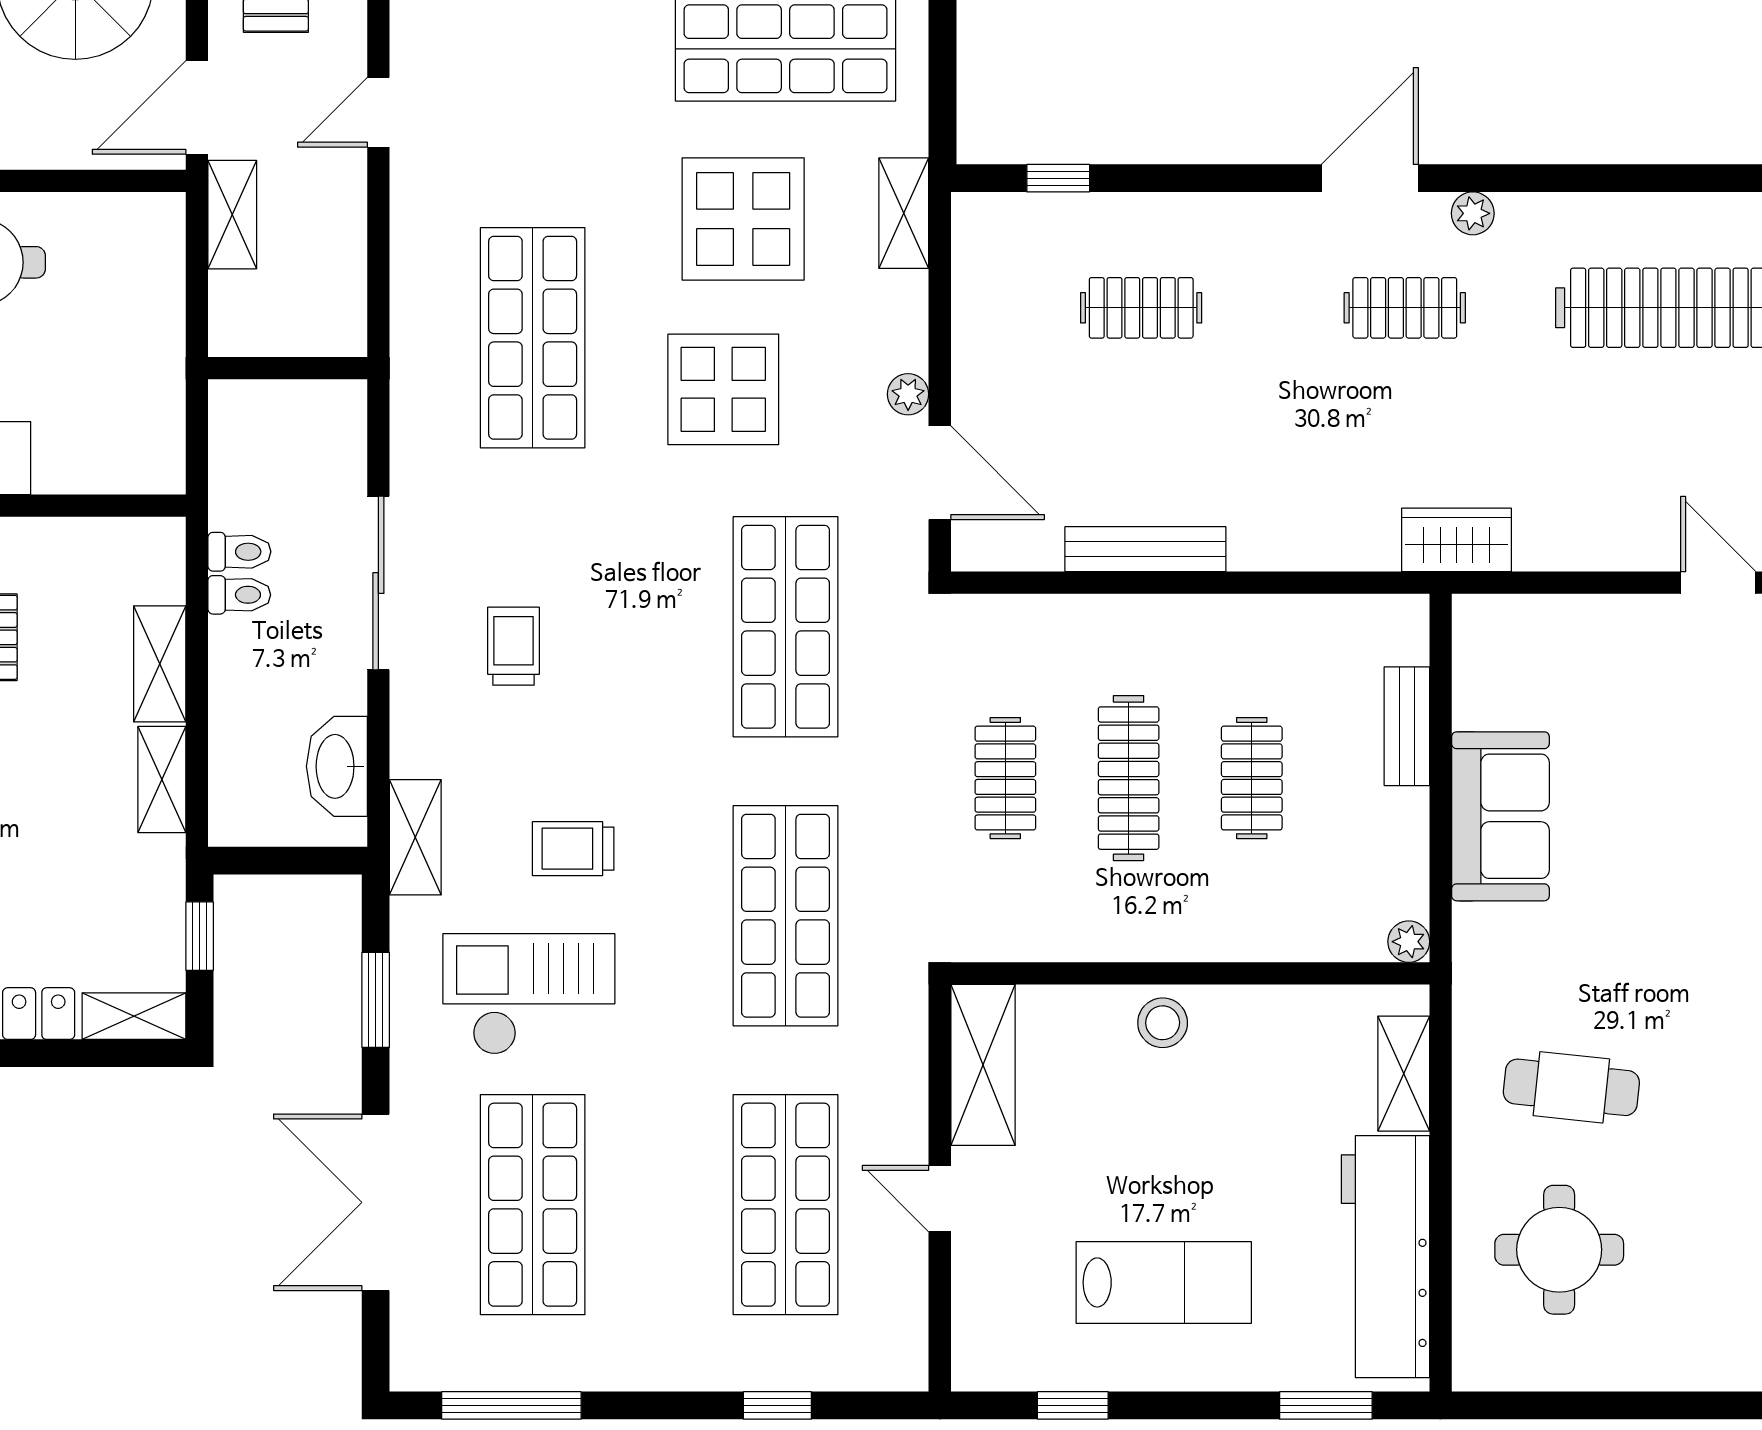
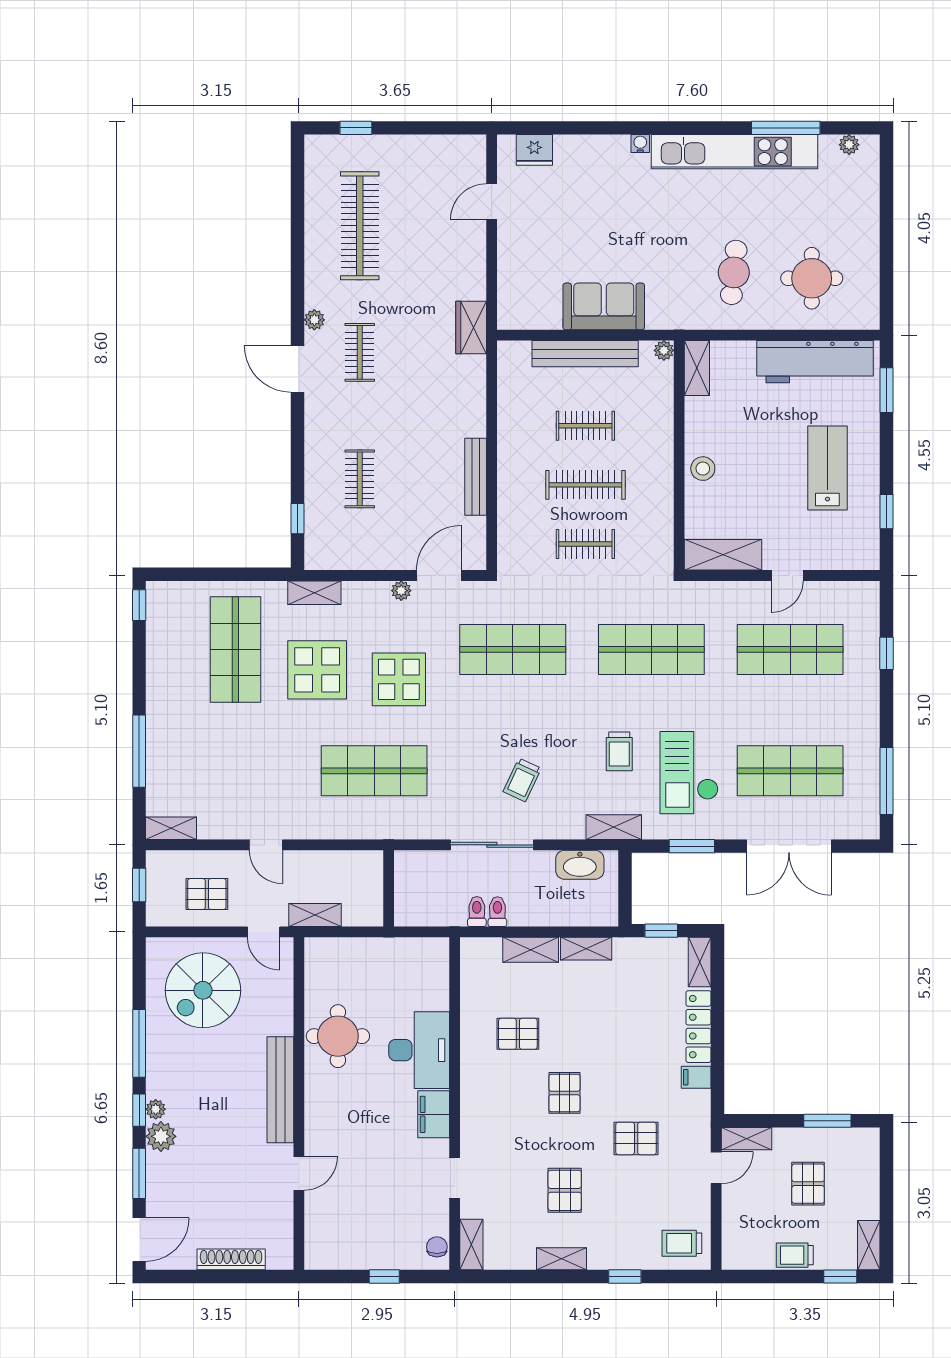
door: (197, 107) -> (264, 932), width x0.73
trolley: (513, 646) -> (522, 780), turned -65
bench: (1407, 726) -> (585, 354), width x1.86, depth x1.21
shelving: (1404, 1074) -> (697, 368), moved, turned 90

